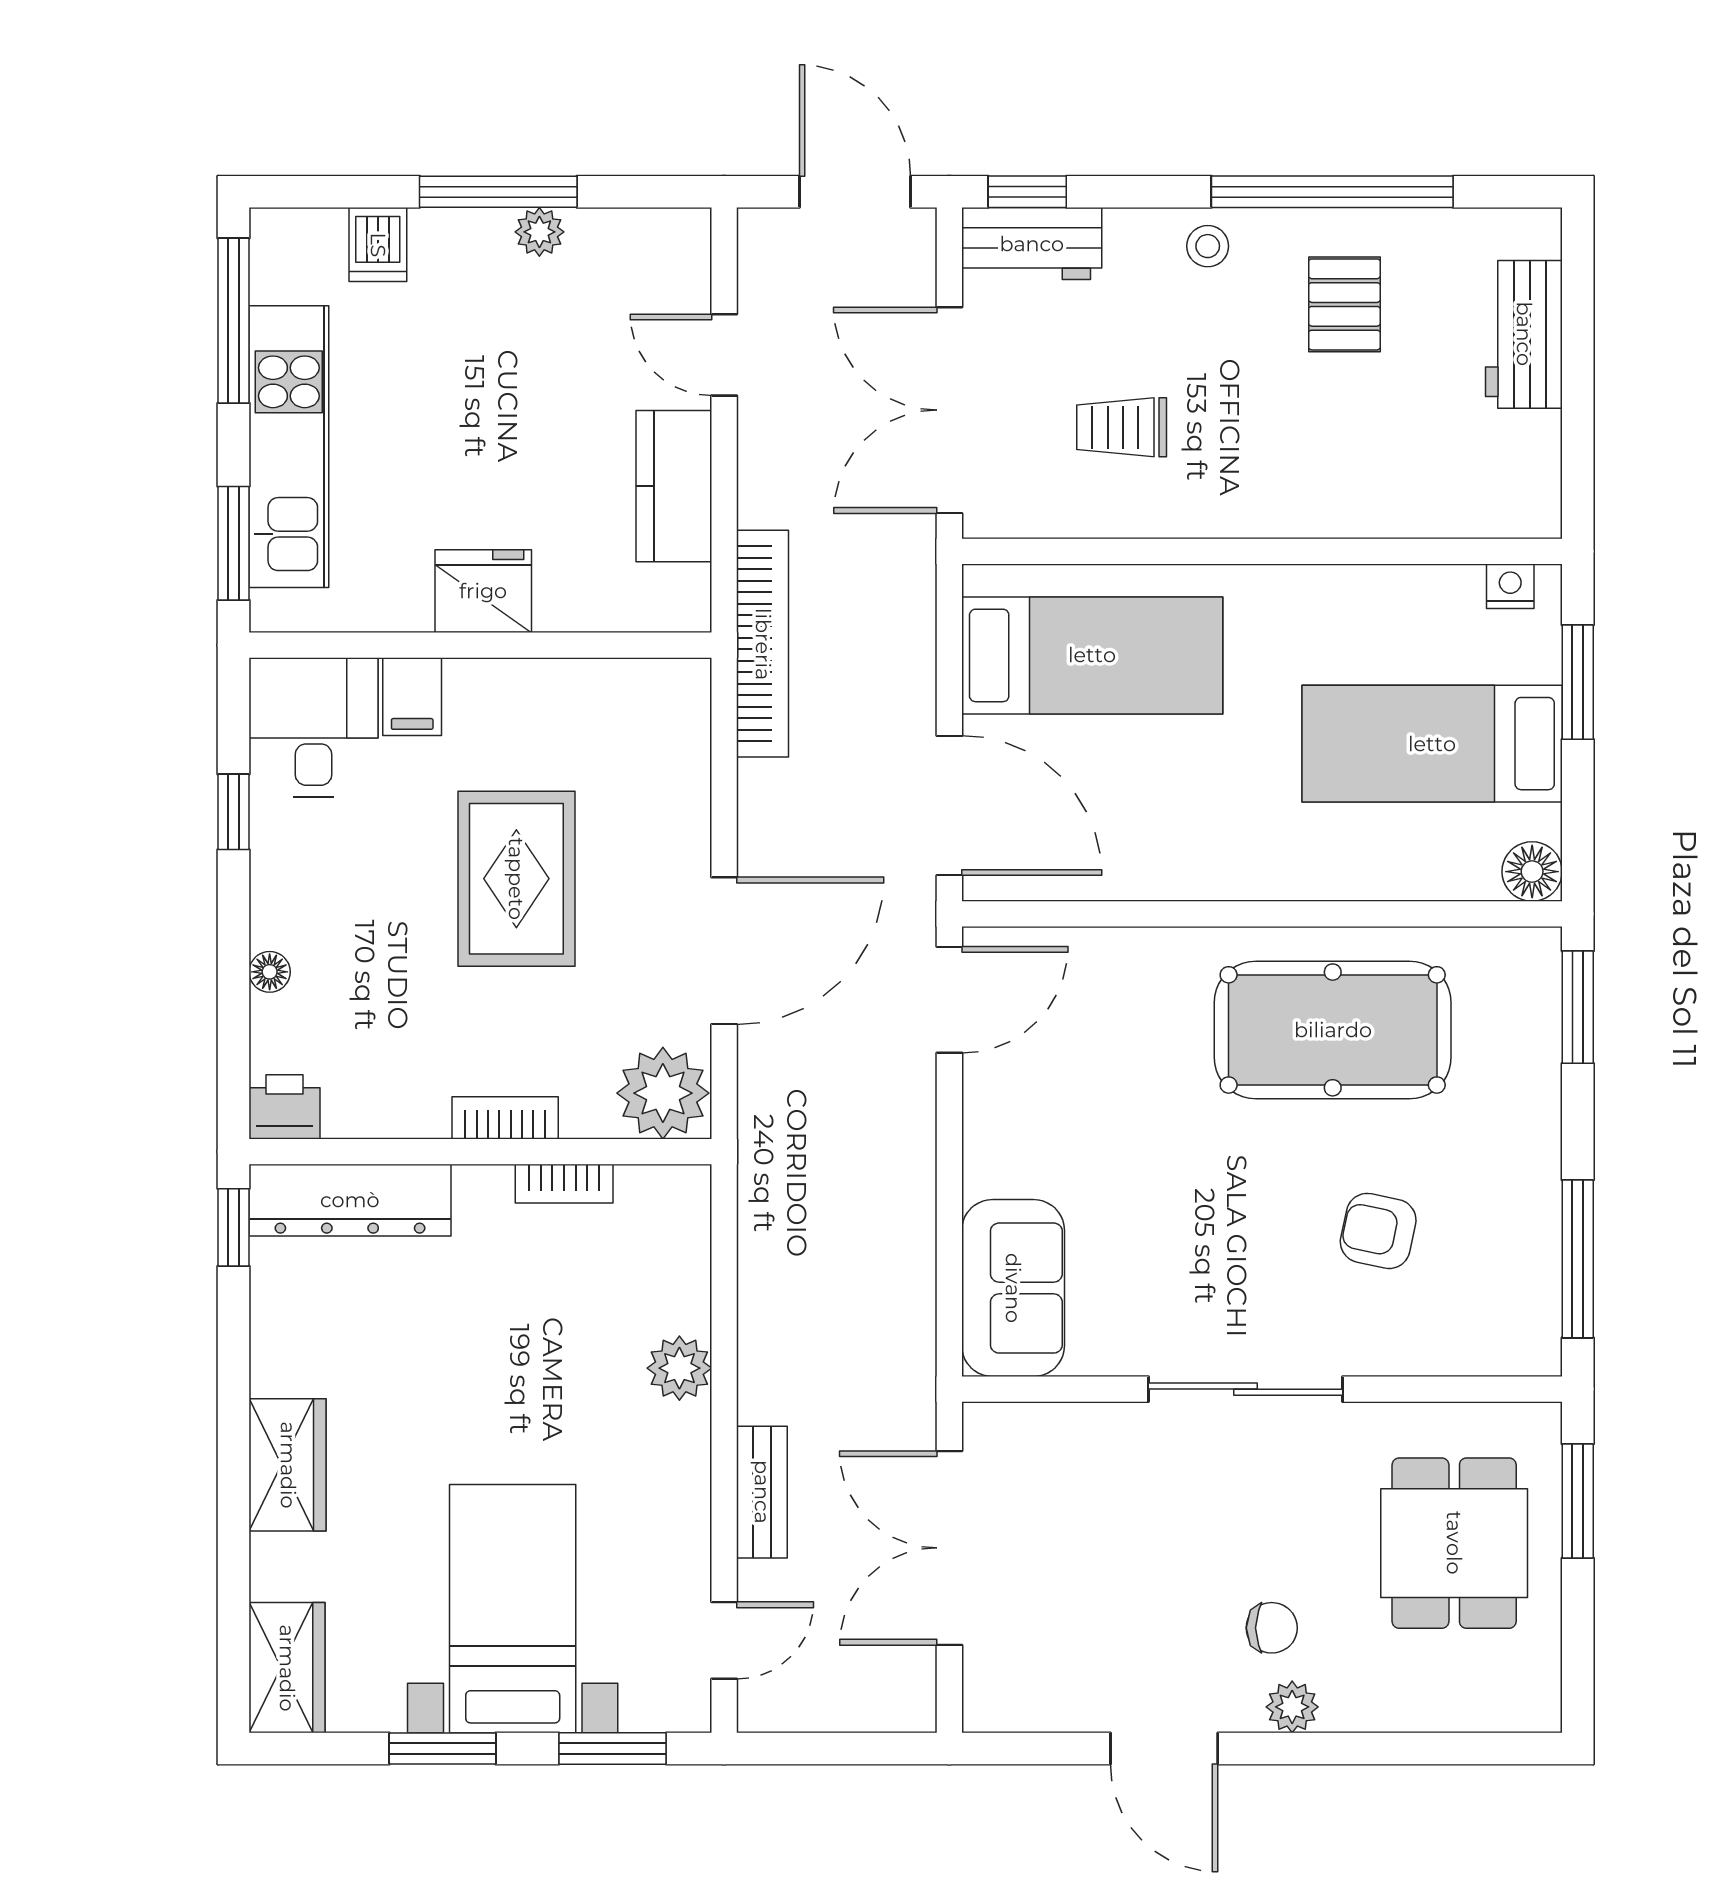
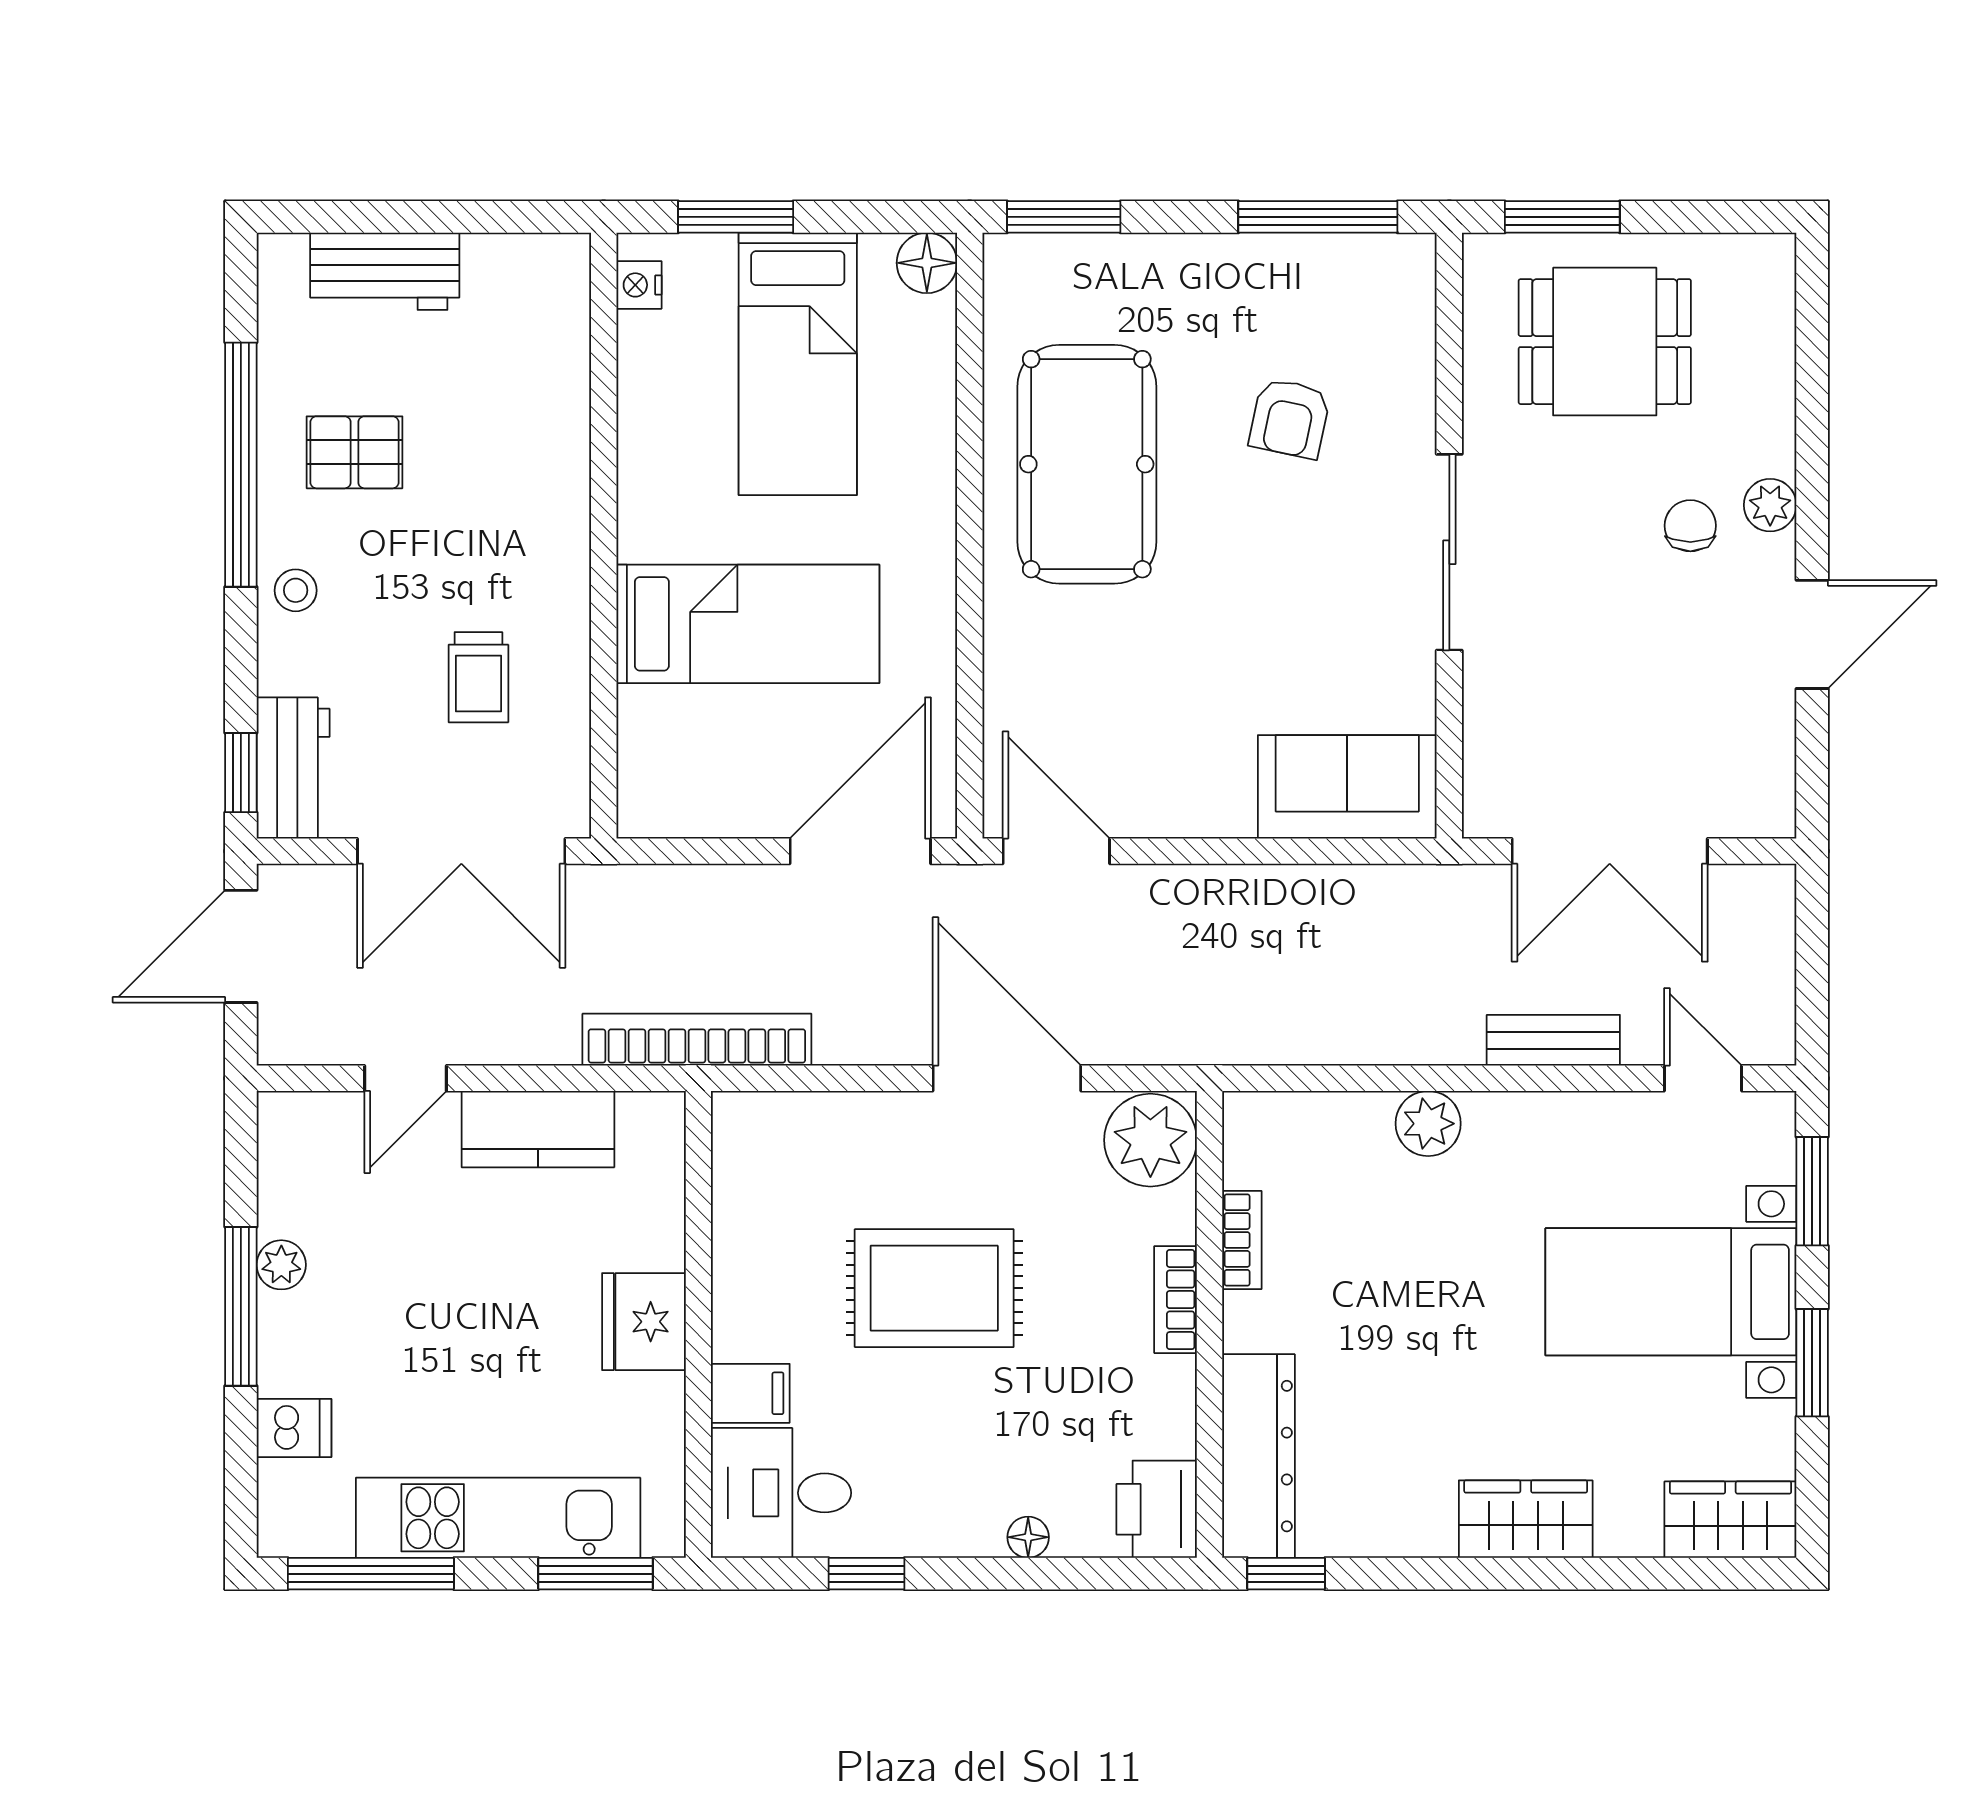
bed: (1092, 655) -> (748, 624), moved, turned 90
printer: (284, 1107) -> (1157, 1509), width x1.36, depth x1.24

